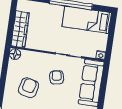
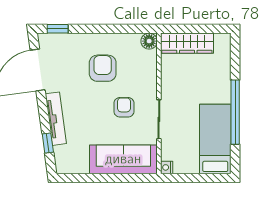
armchair: (57, 77) -> (124, 107), turned -80
armchair: (29, 88) -> (103, 68), turned -103

